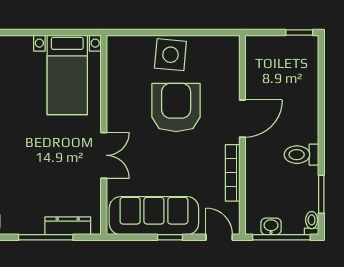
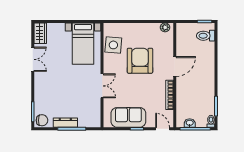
plant: (224, 44) -> (165, 27), added
side table: (170, 55) -> (113, 45), moved
toilet: (301, 155) -> (206, 36), moved
sofa: (154, 216) -> (128, 117), width x0.73
dresser: (68, 226) -> (65, 123), moved

